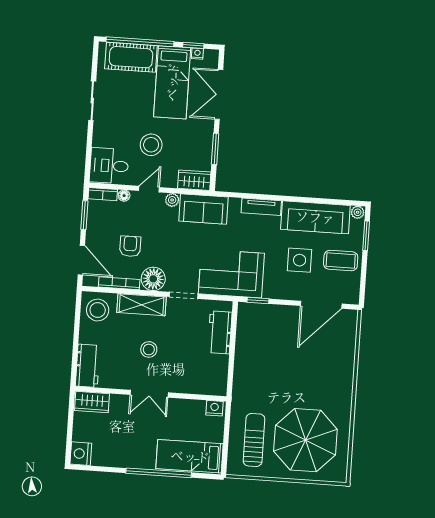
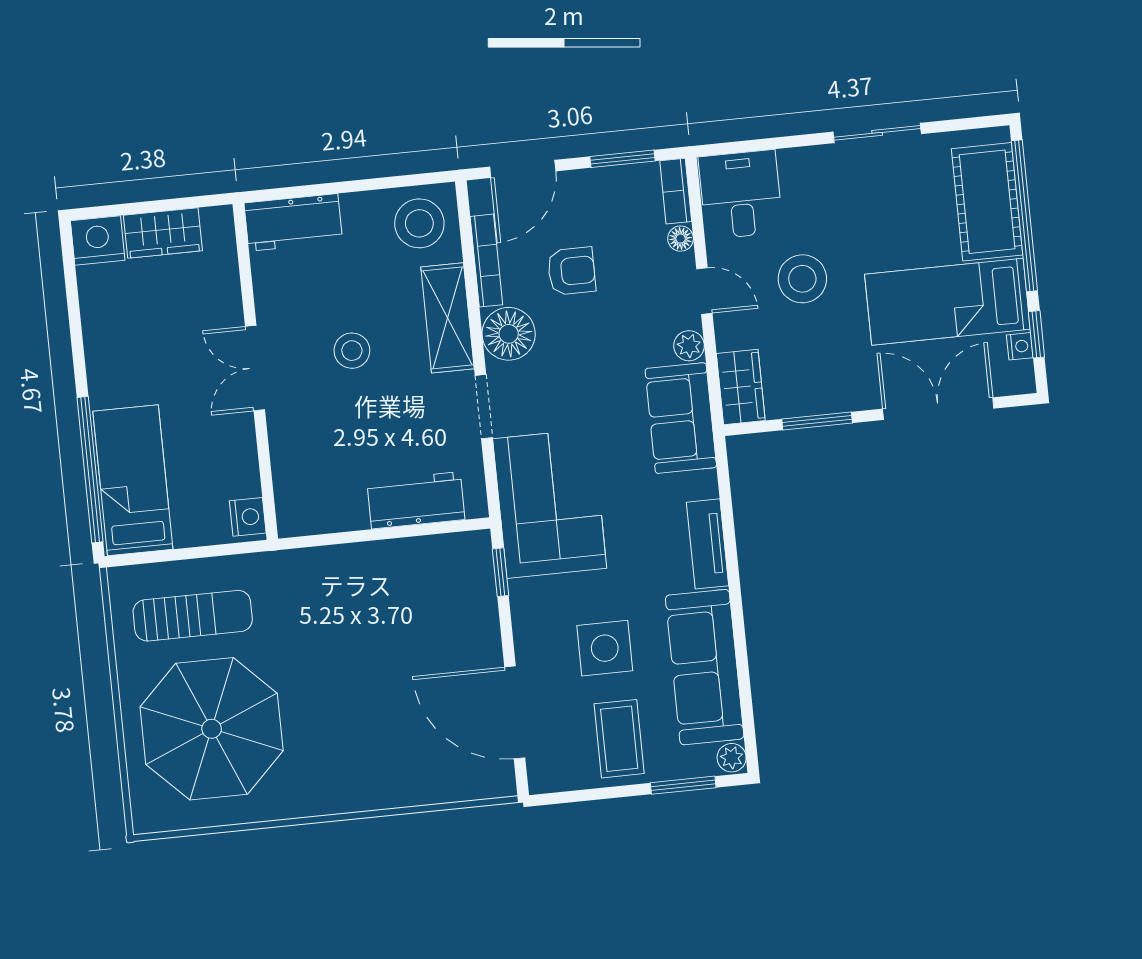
wardrobe: (92, 402) -> (163, 233), moved, turned -90
window: (159, 473) -> (90, 470), moved

